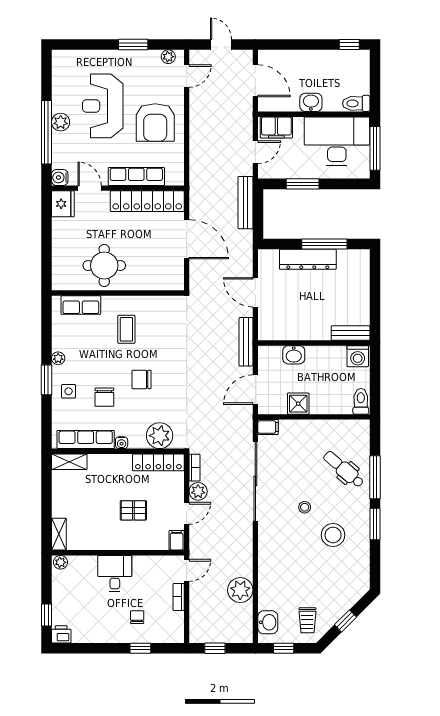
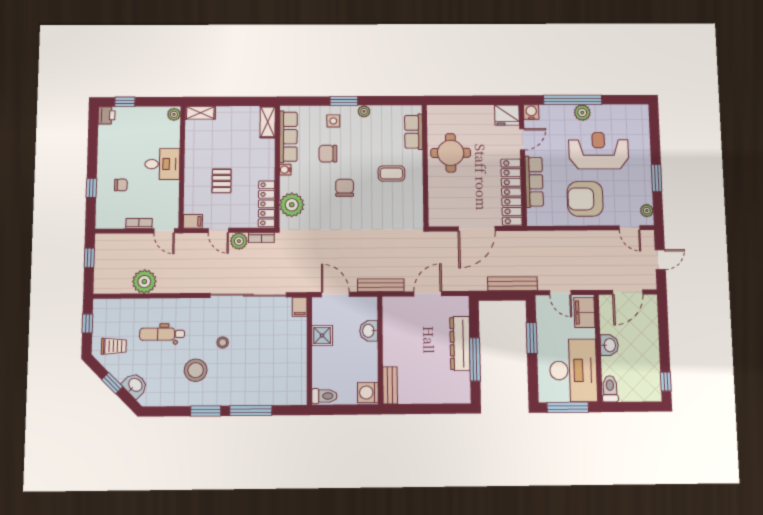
dental chair: (344, 469) -> (162, 334), moved, turned -131
trolley: (307, 620) -> (114, 346), turned 180
washbasin: (268, 622) -> (135, 385), moved, turned -135

